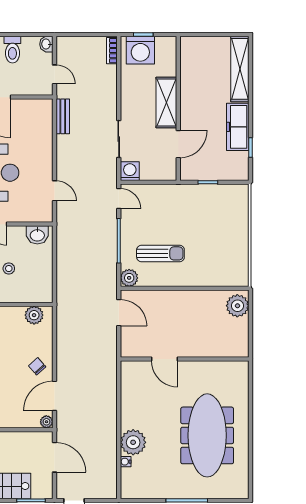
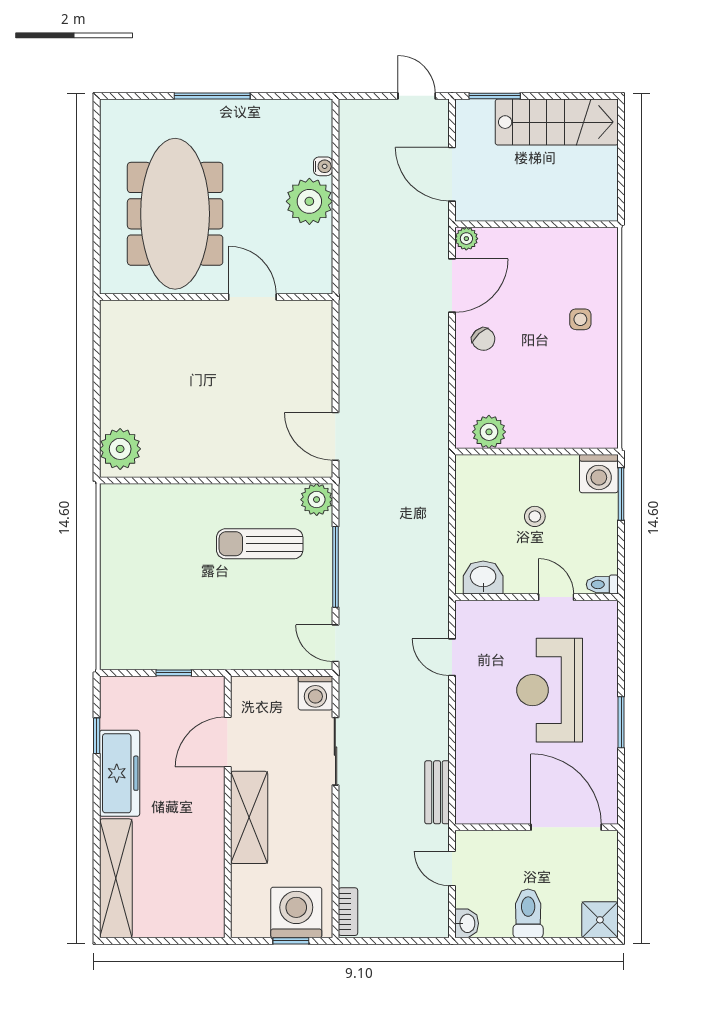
door: (165, 359) -> (252, 297), moved
wall: (185, 359) -> (216, 297), moved

